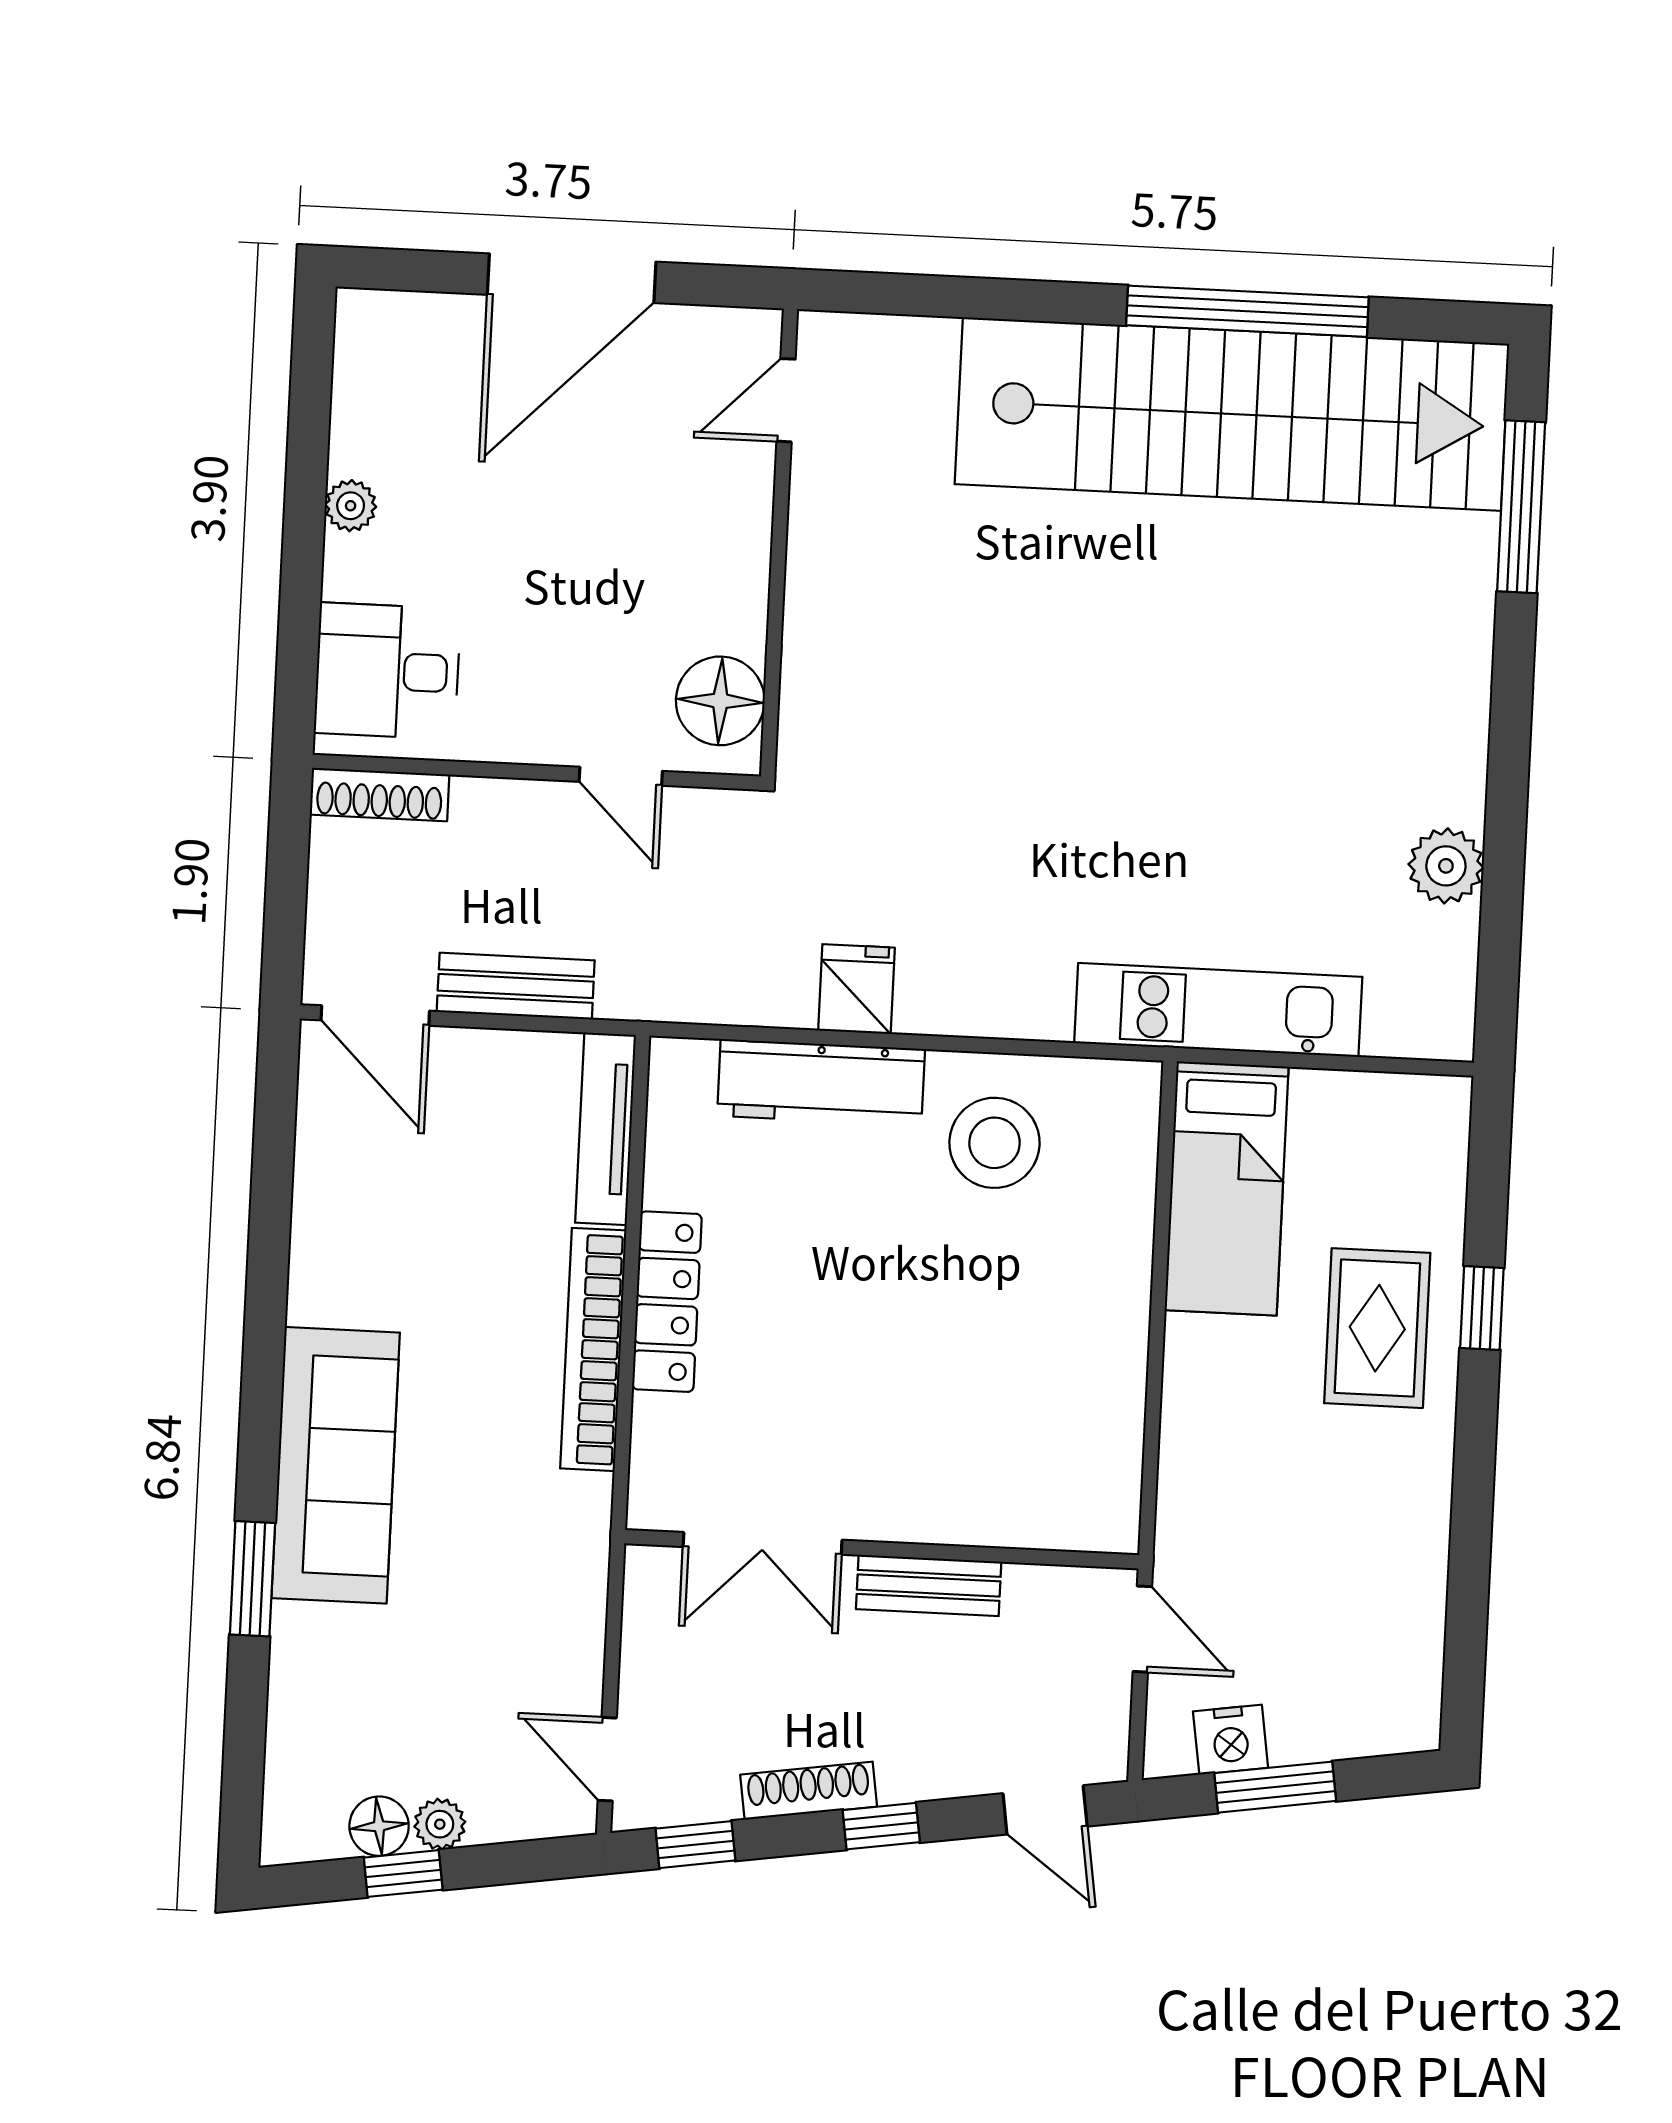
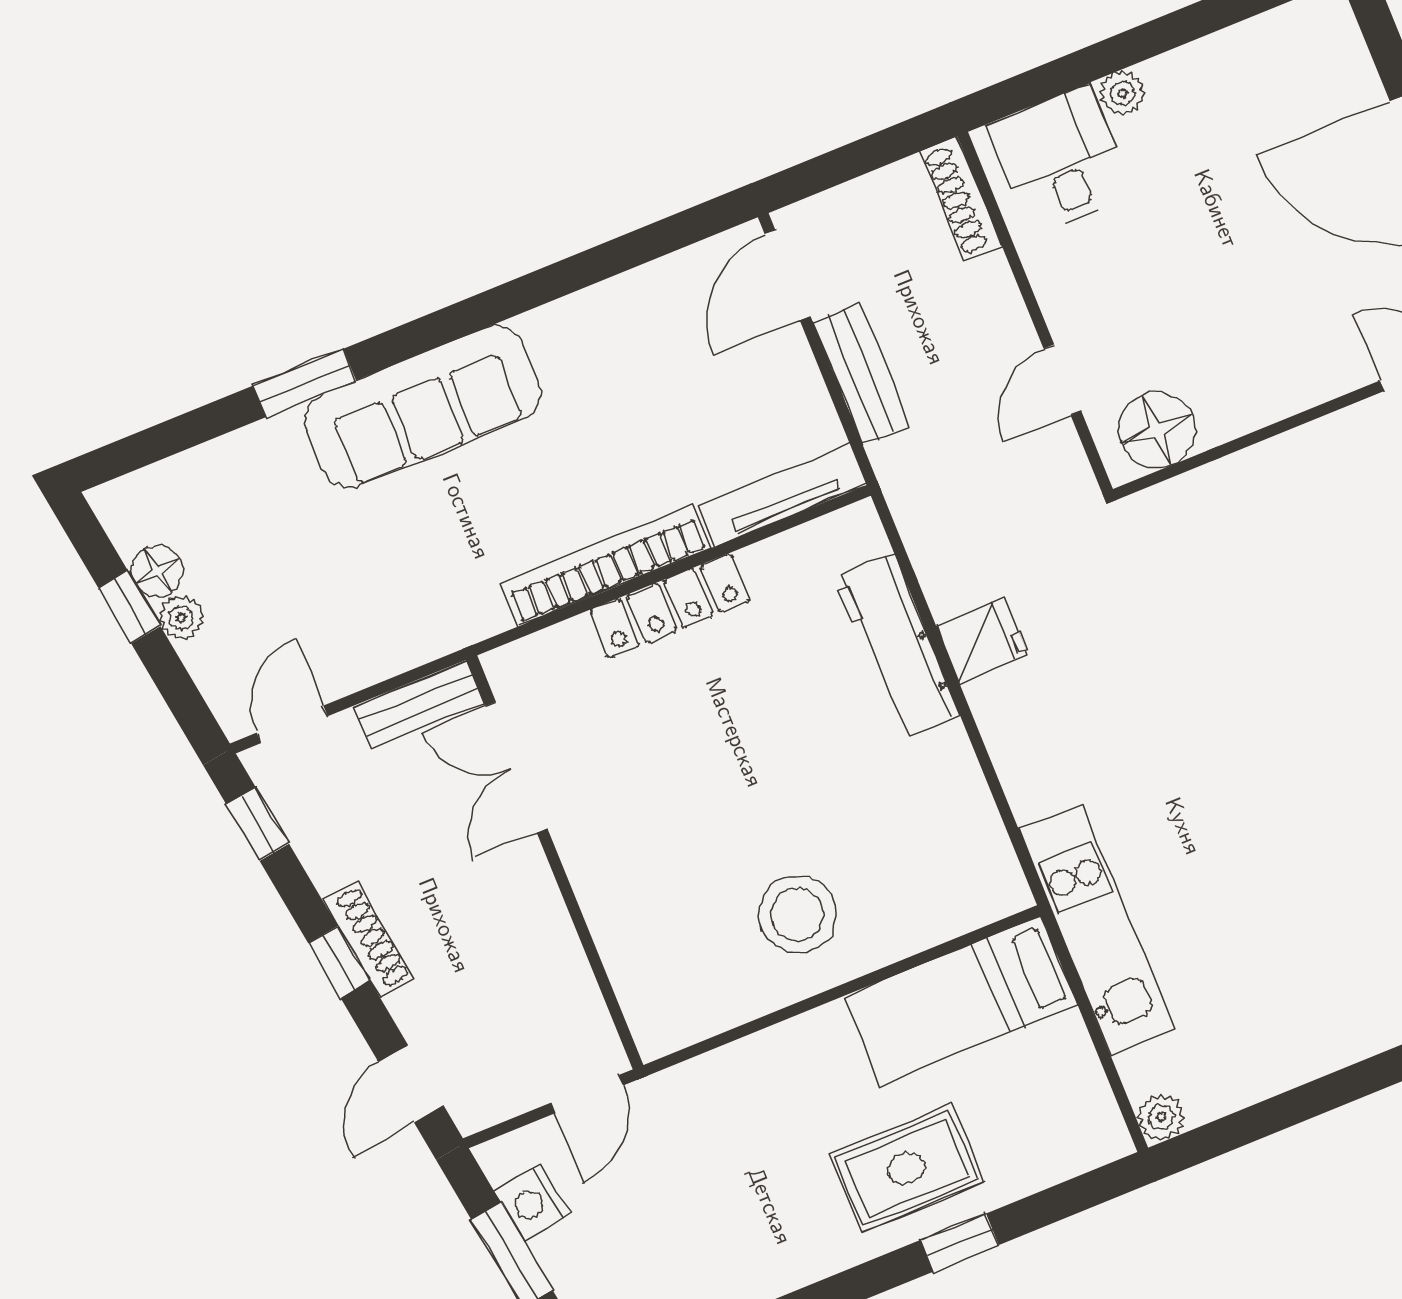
plant: (351, 506) -> (1122, 93), moved
plant: (1446, 866) -> (1161, 1117), moved, width x0.73, depth x0.73
stool: (994, 1143) -> (797, 915), moved
bench: (929, 1585) -> (418, 705), moved, turned 90
shoe rack: (809, 1791) -> (368, 940), moved

